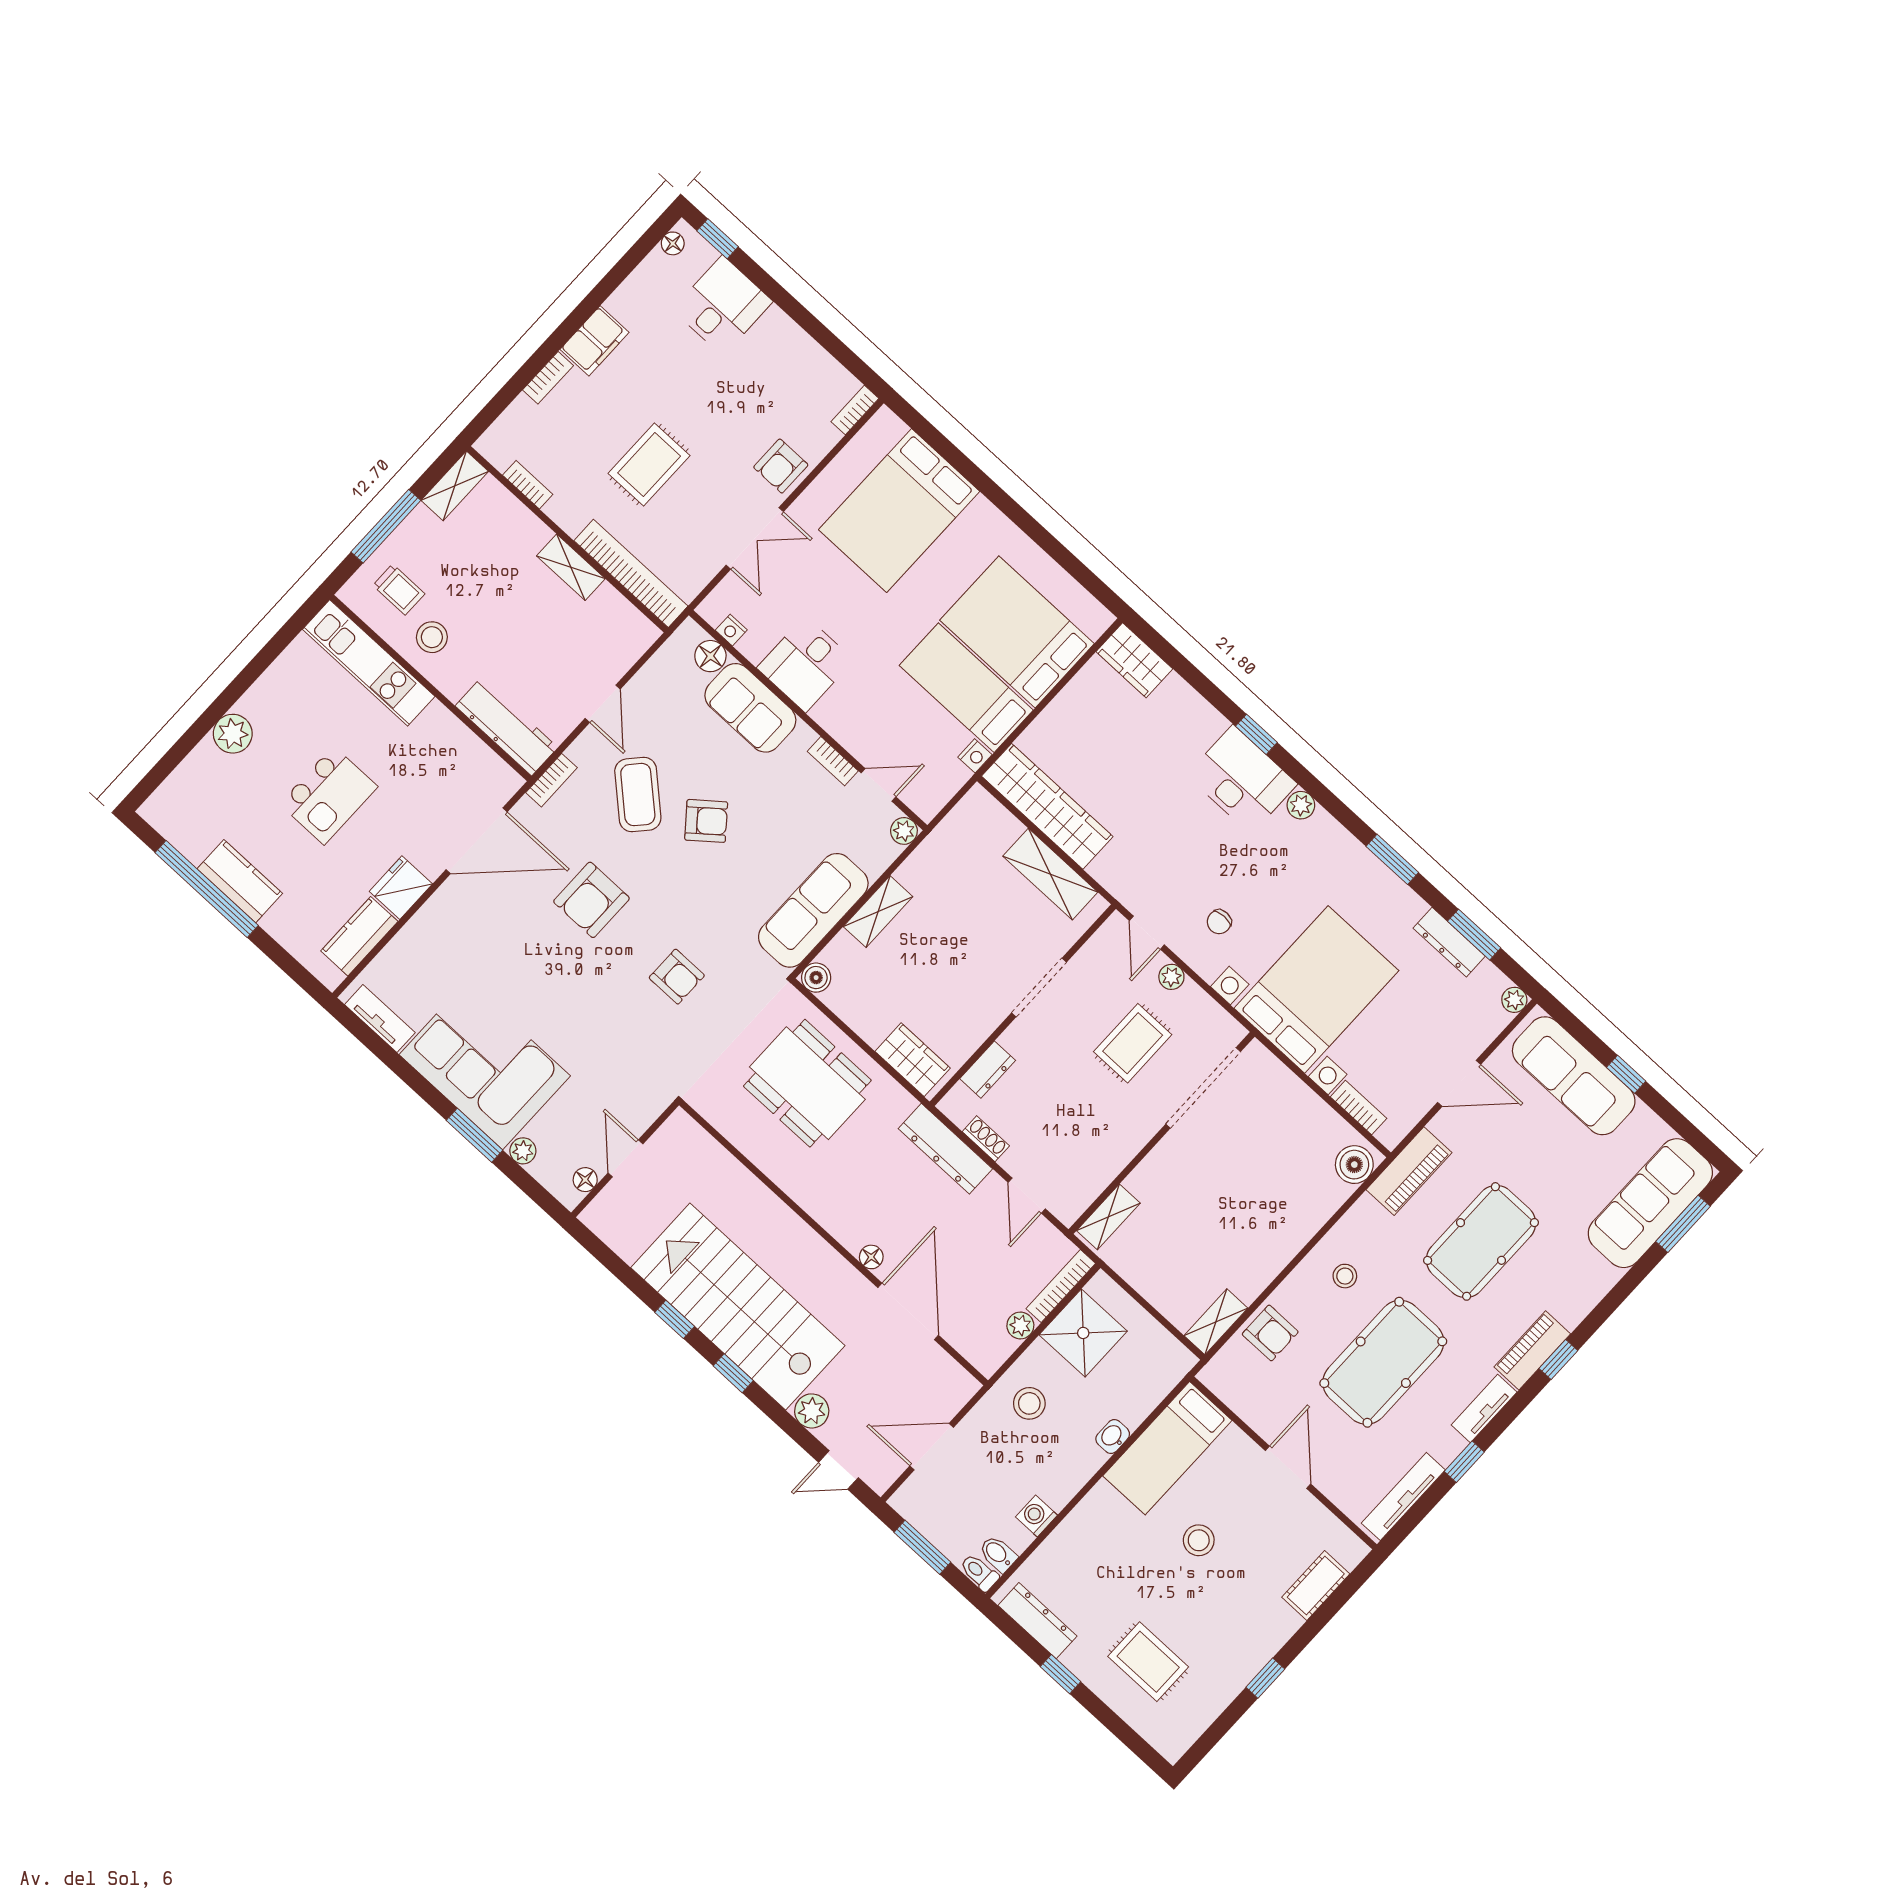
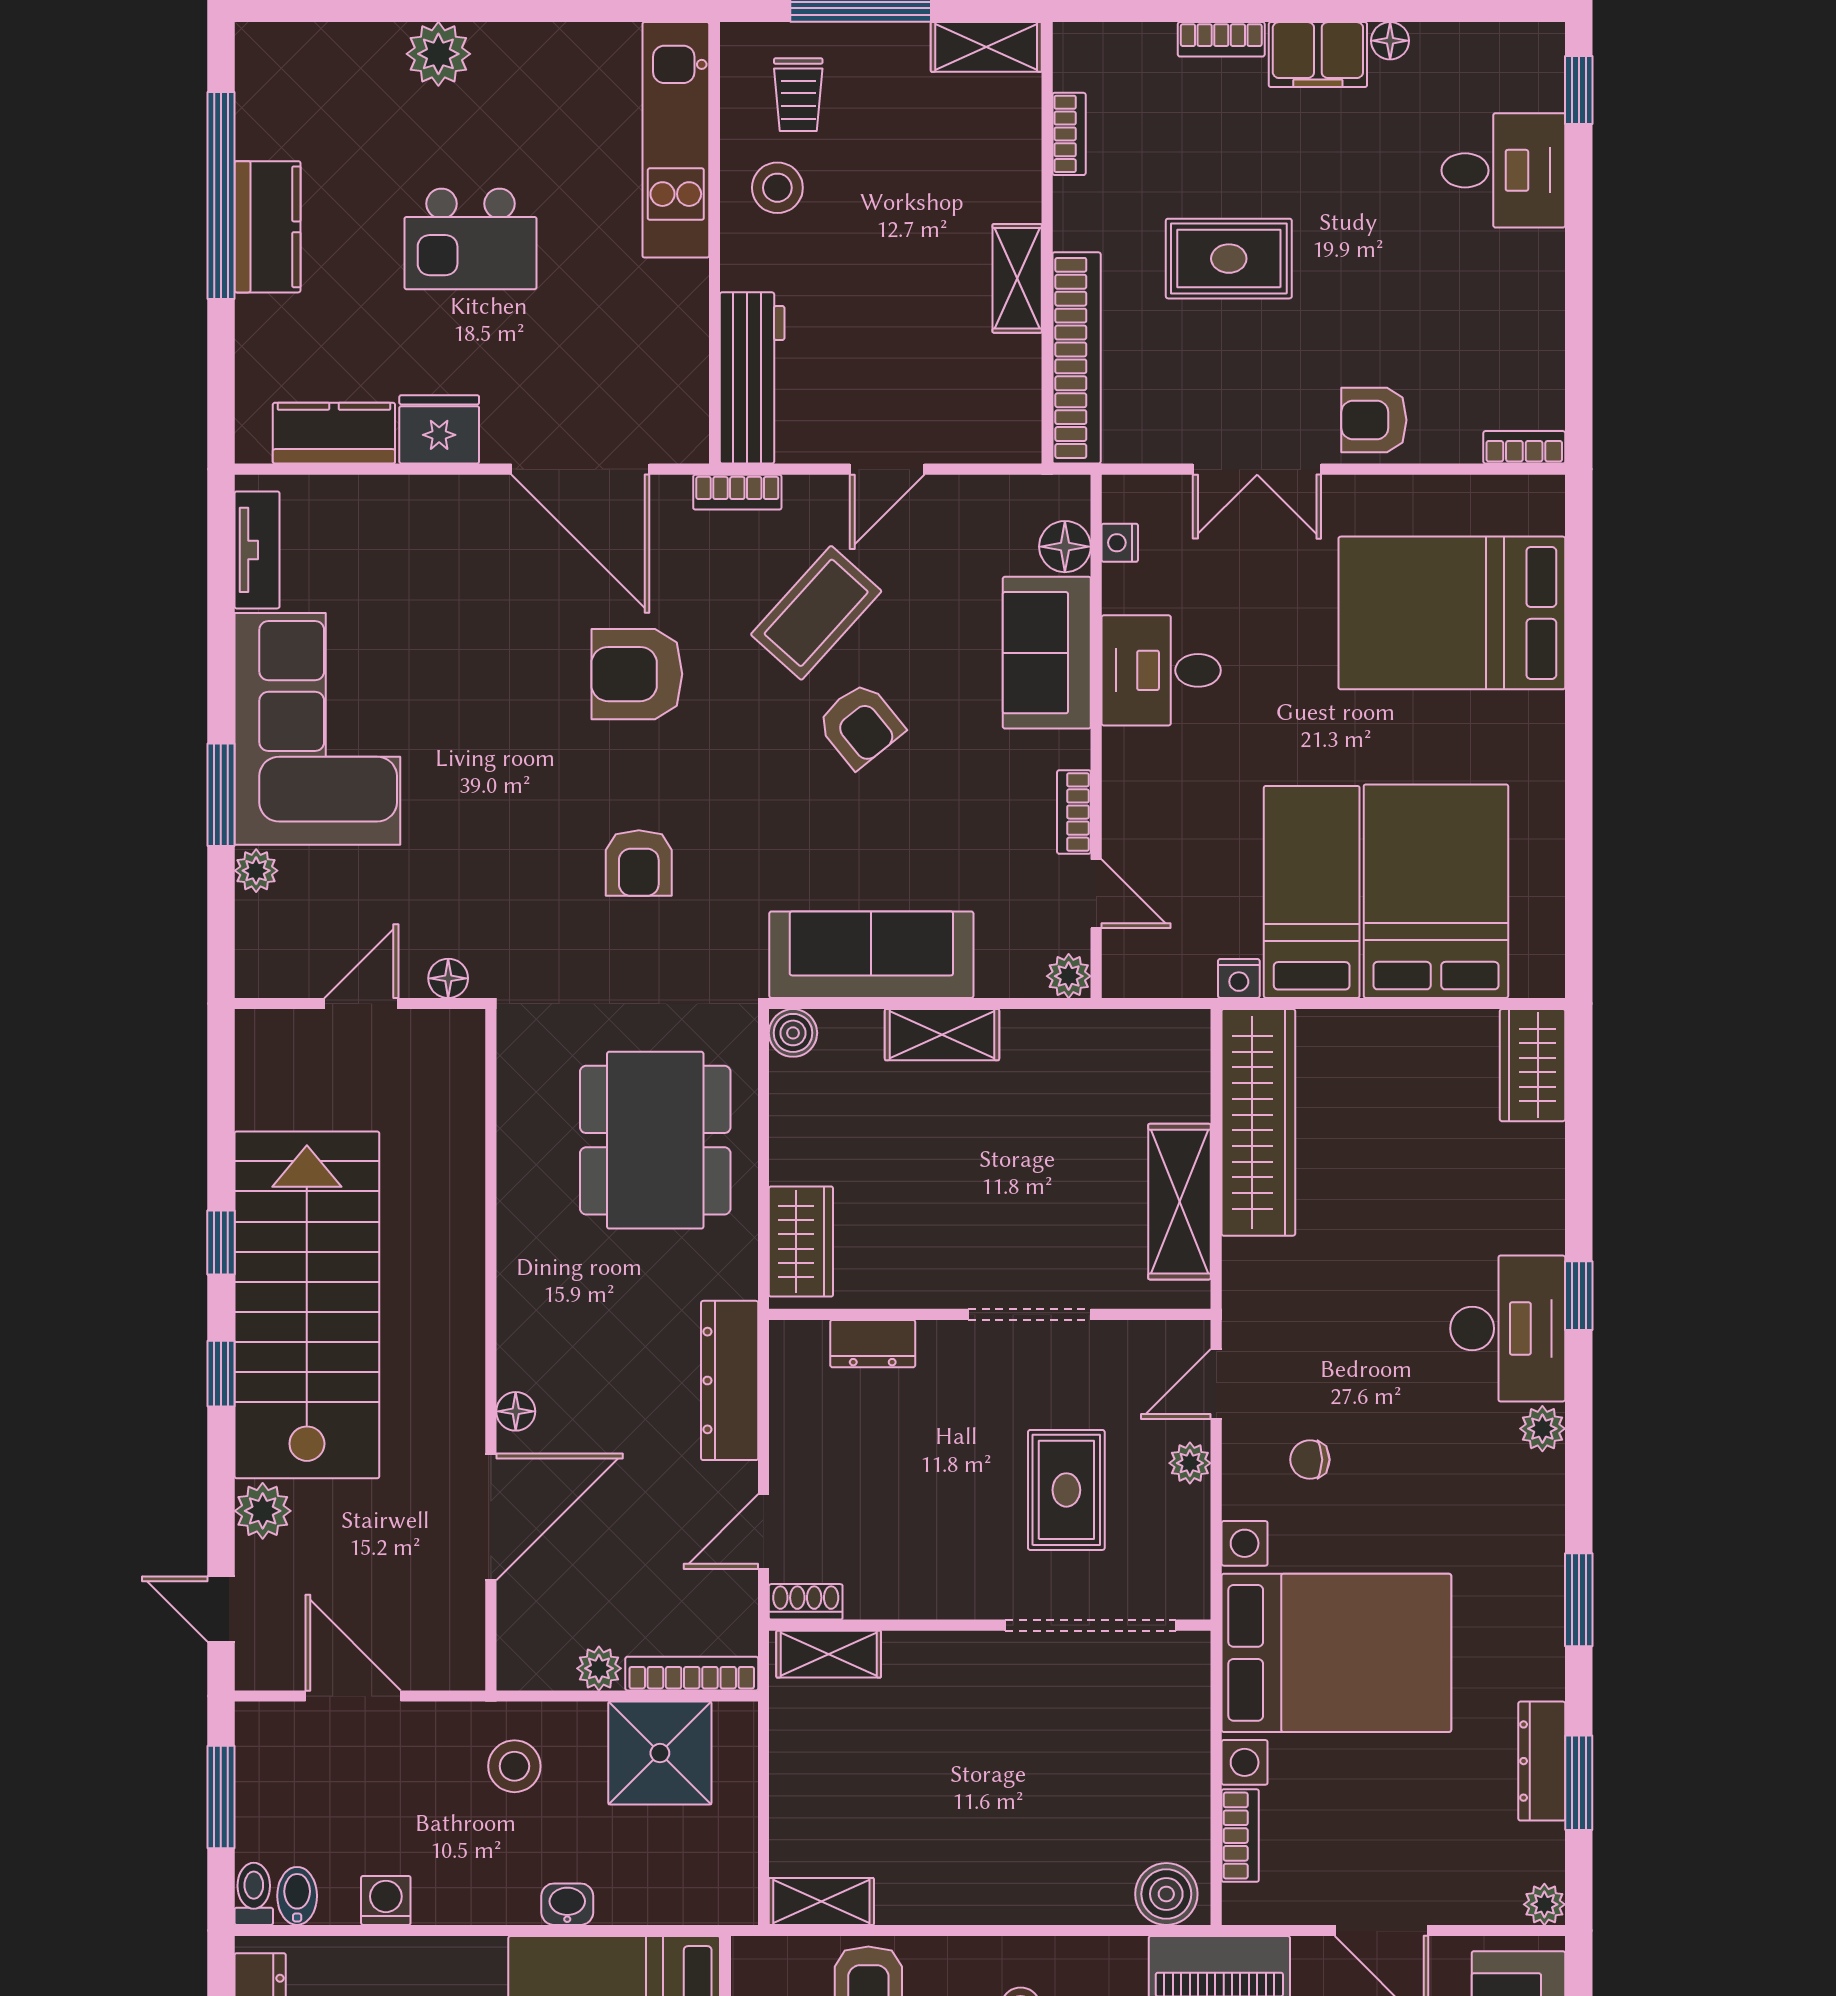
floor lamp: (673, 243) -> (1390, 41), moved
rug: (1133, 1043) -> (1066, 1490), turned 90
shoe rack: (986, 1139) -> (806, 1602), moved, turned -90
floor lamp: (585, 1180) -> (448, 978), moved

